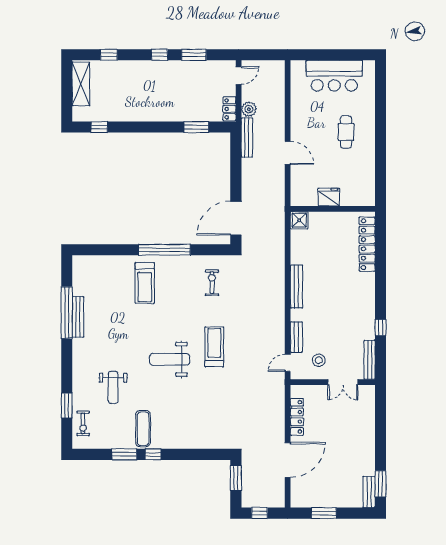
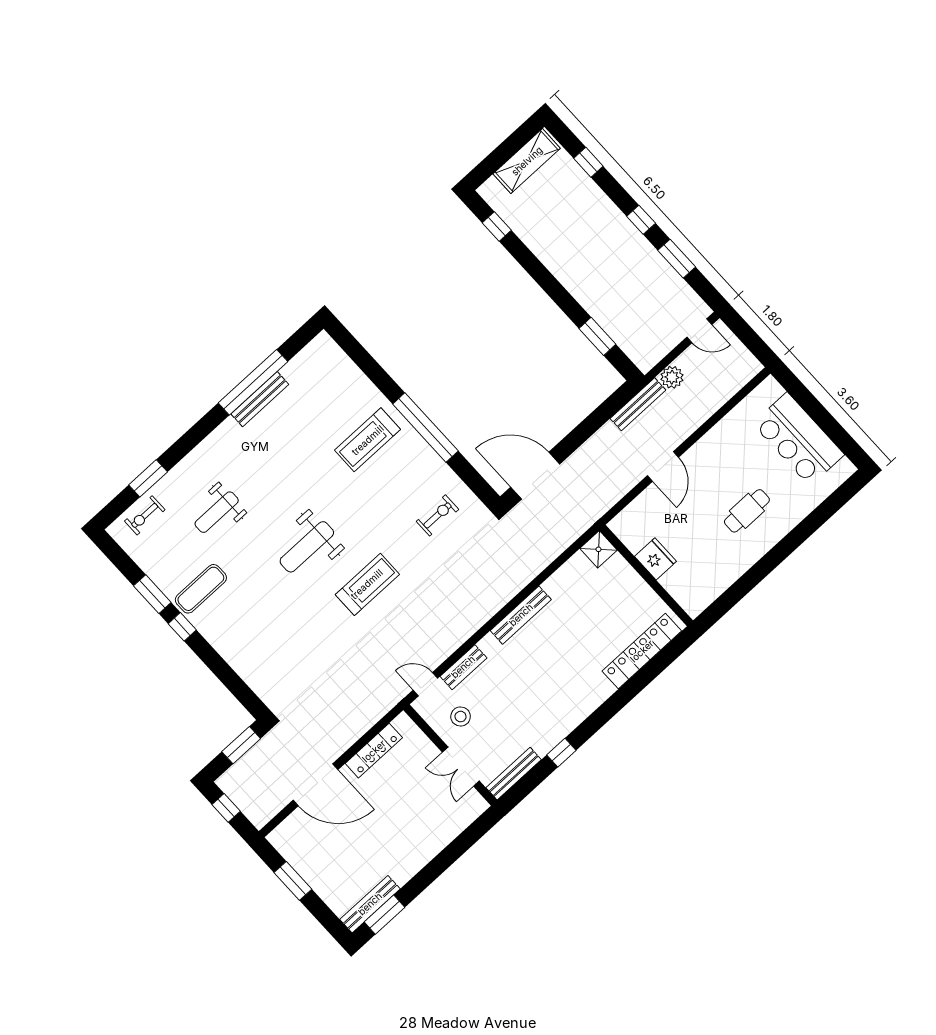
locker: (229, 109) -> (652, 355), removed
weight bench: (170, 359) -> (307, 547), turned -90
bench: (369, 492) -> (370, 904), width x1.36

